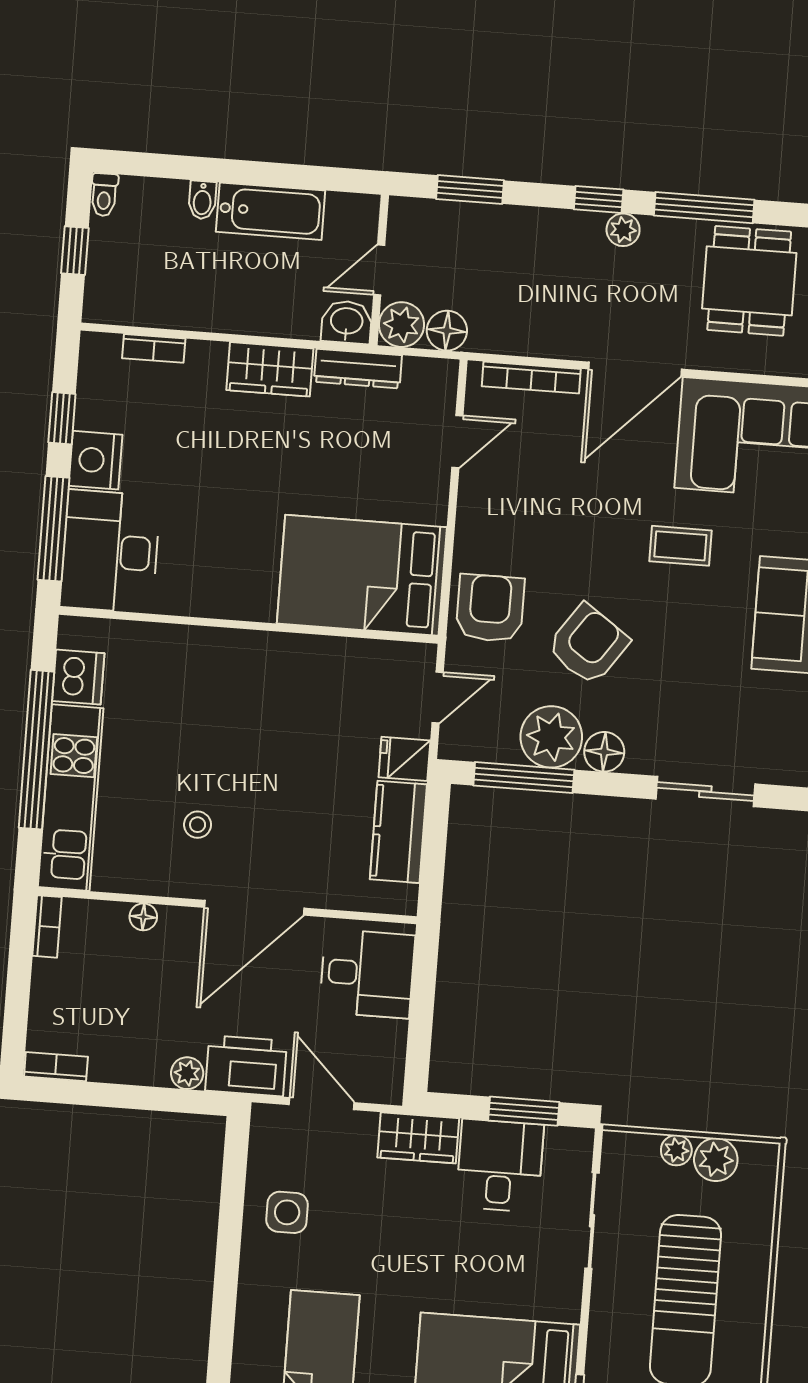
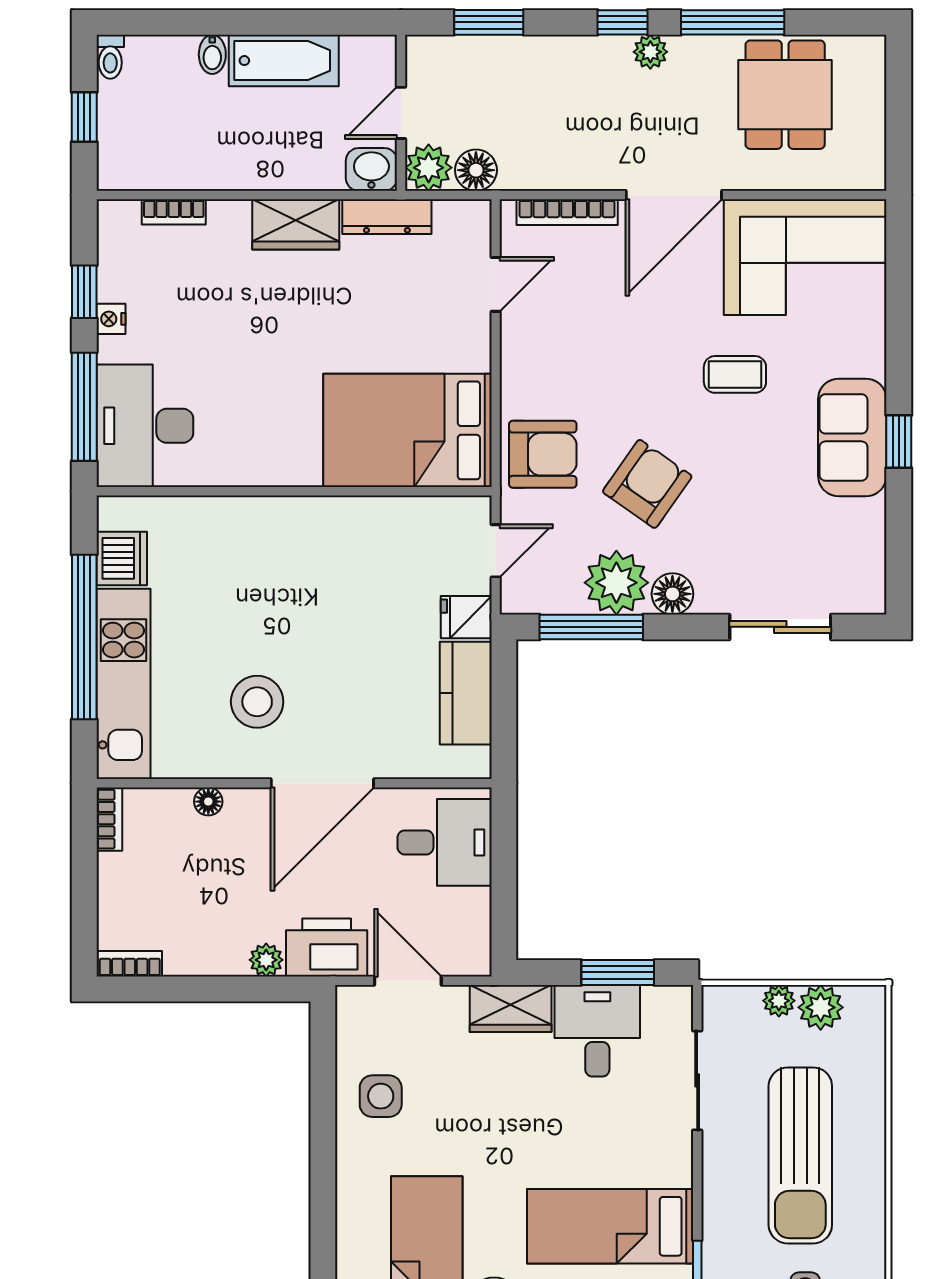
nightstand: (95, 460) -> (111, 319), width x0.53, depth x0.56
armchair: (490, 608) -> (543, 454), turned 90
stool: (198, 825) -> (257, 702), width x1.89, depth x1.89

